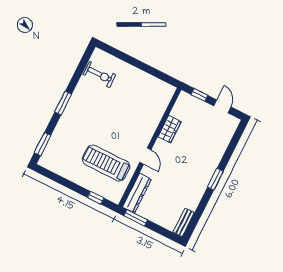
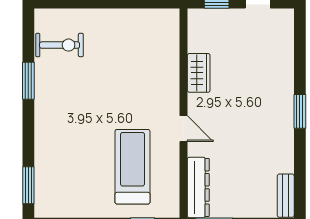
window: (63, 103) -> (28, 81), moved
treadmill: (106, 163) -> (132, 167), turned 90

